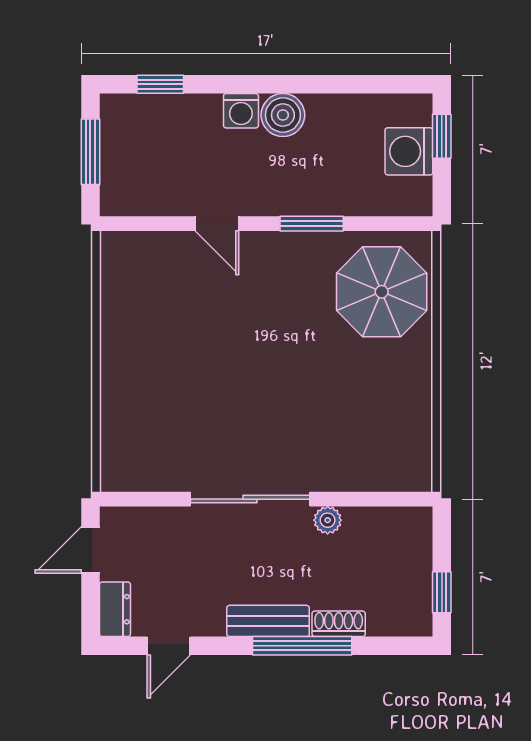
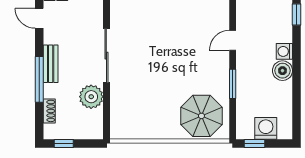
window: (442, 136) -> (254, 143), moved
plant: (328, 520) -> (91, 97), width x1.87, depth x1.87
shoe rack: (339, 624) -> (49, 111), moved

